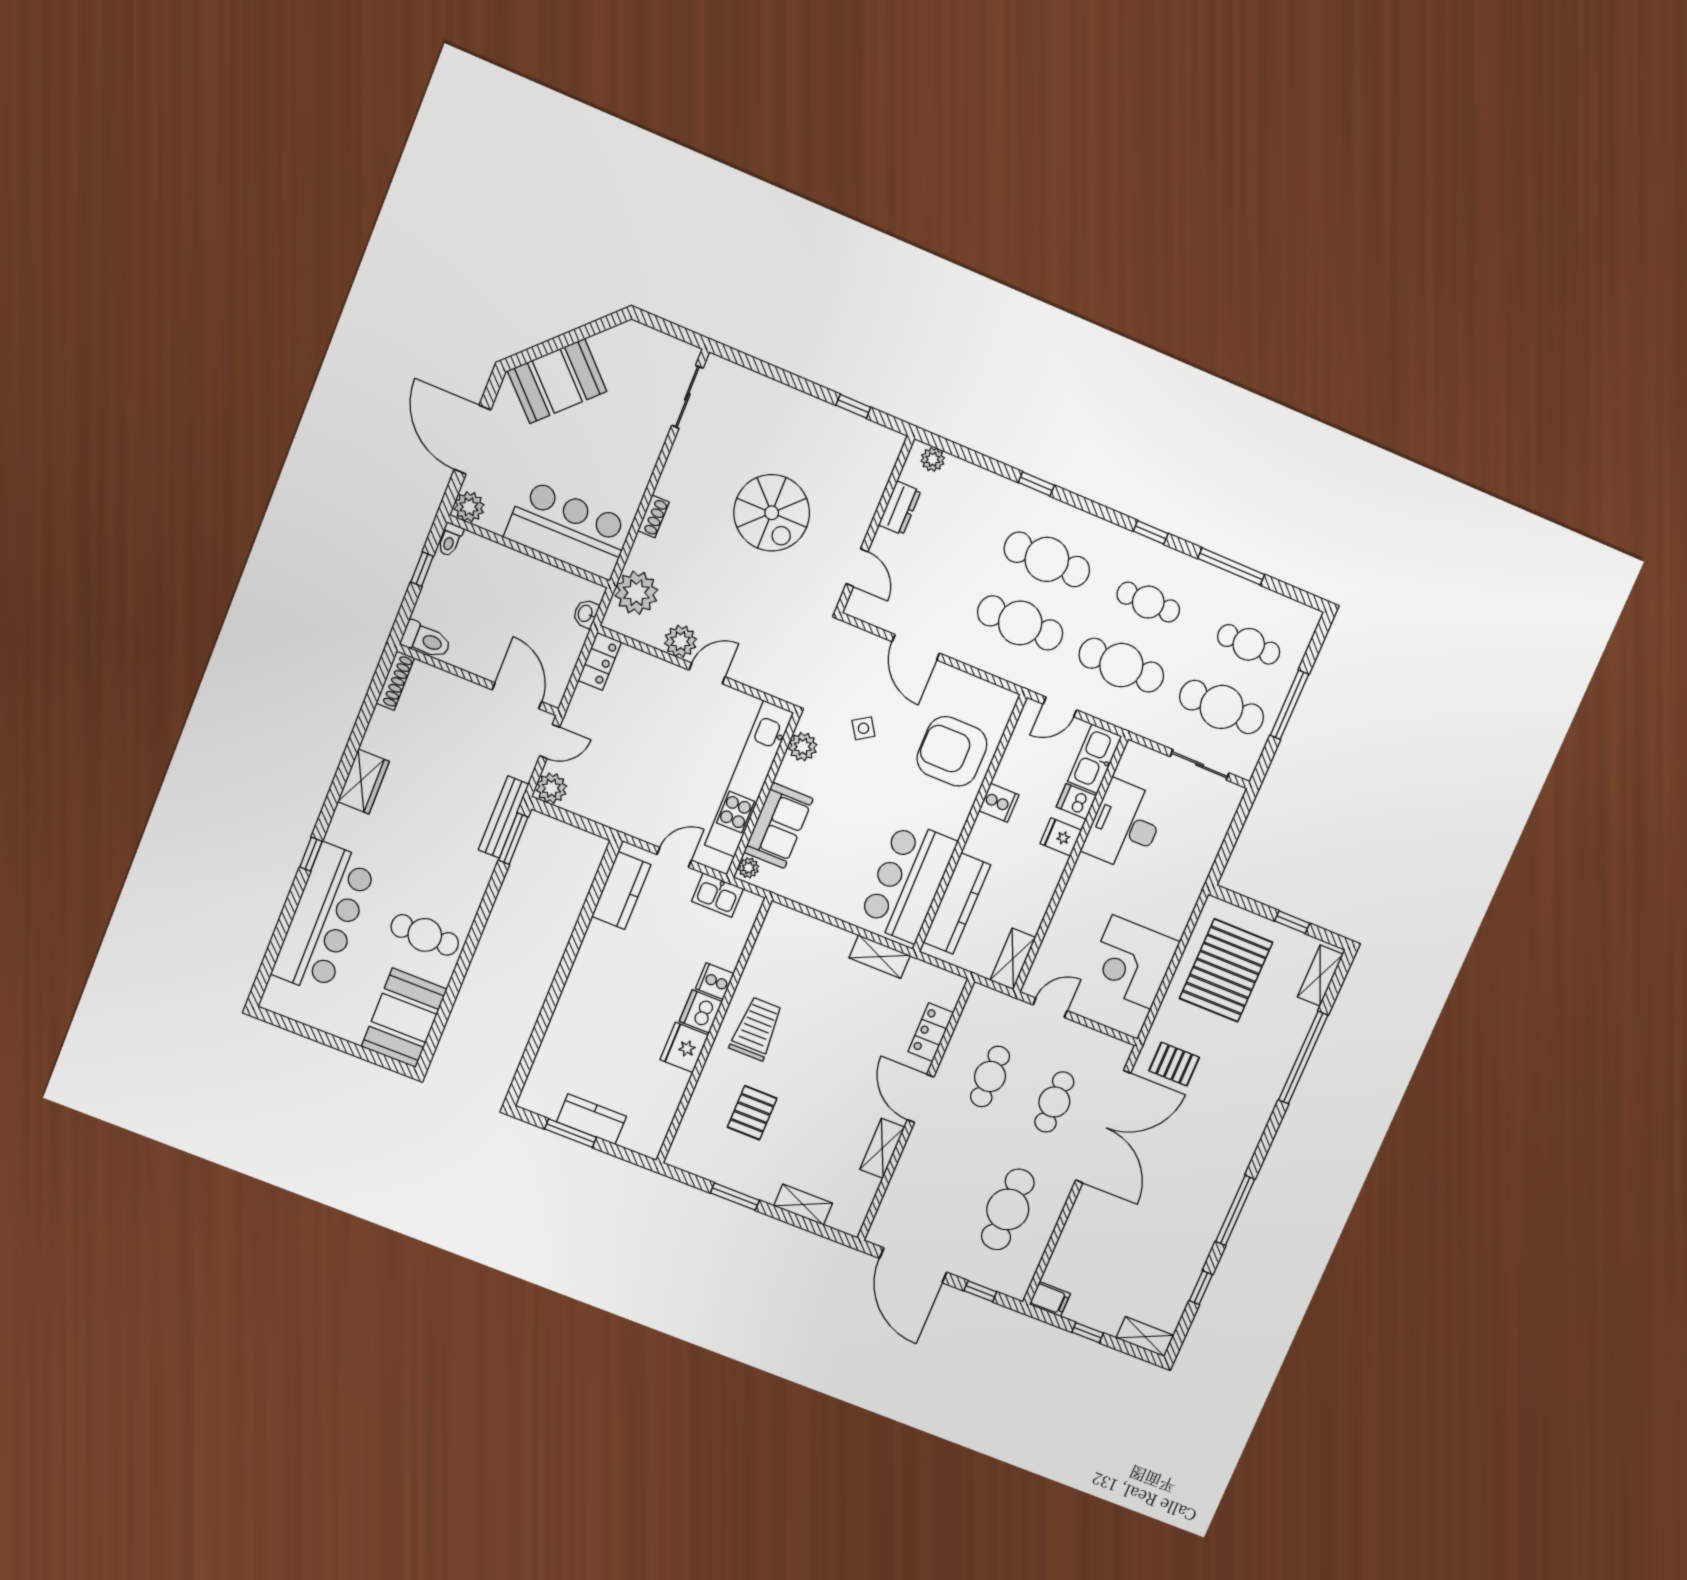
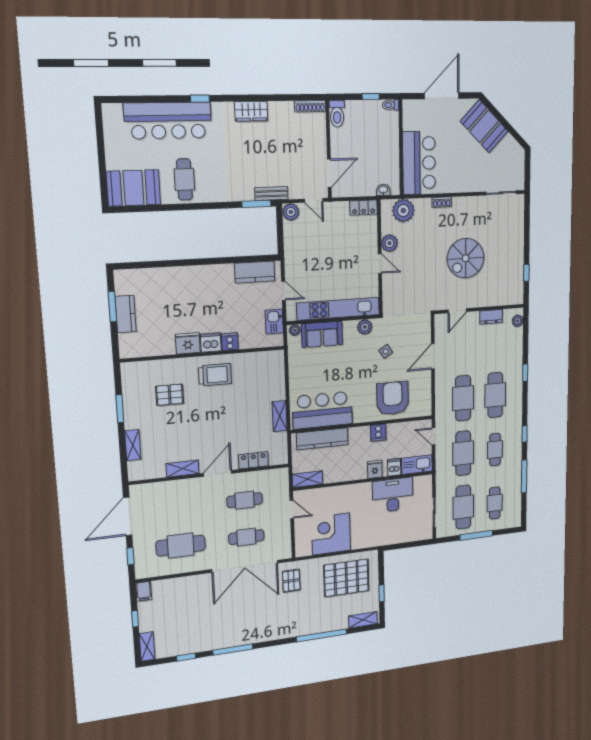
plant: (469, 507) -> (410, 108), removed
bench: (504, 817) -> (271, 194), width x0.73

